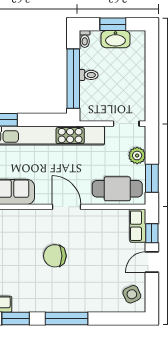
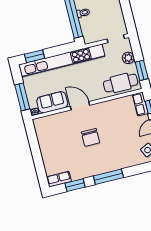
door: (67, 207) -> (80, 106), moved
chair: (55, 256) -> (91, 137), turned -90

